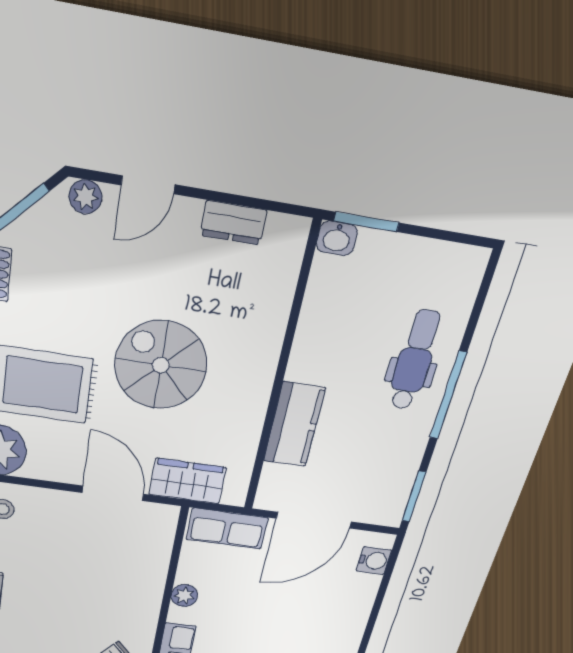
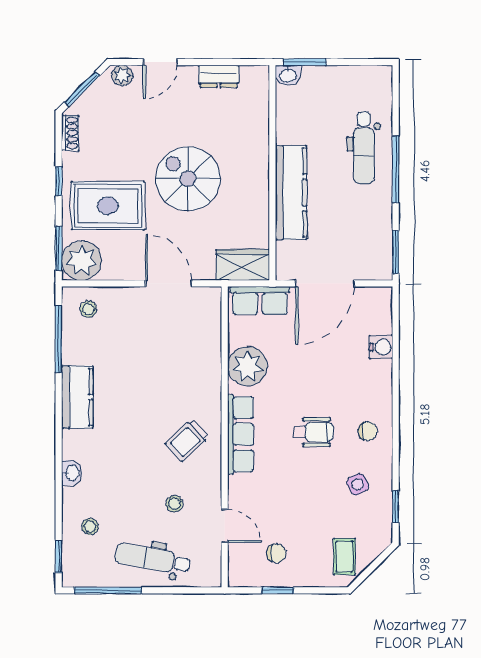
dental chair: (414, 360) -> (364, 148), turned 180
kitchen counter: (294, 425) -> (291, 193), width x1.50
wardrobe: (187, 481) -> (243, 265), moved
water cooler: (374, 561) -> (381, 347), moved
plant: (184, 596) -> (247, 366), width x1.87, depth x1.87

